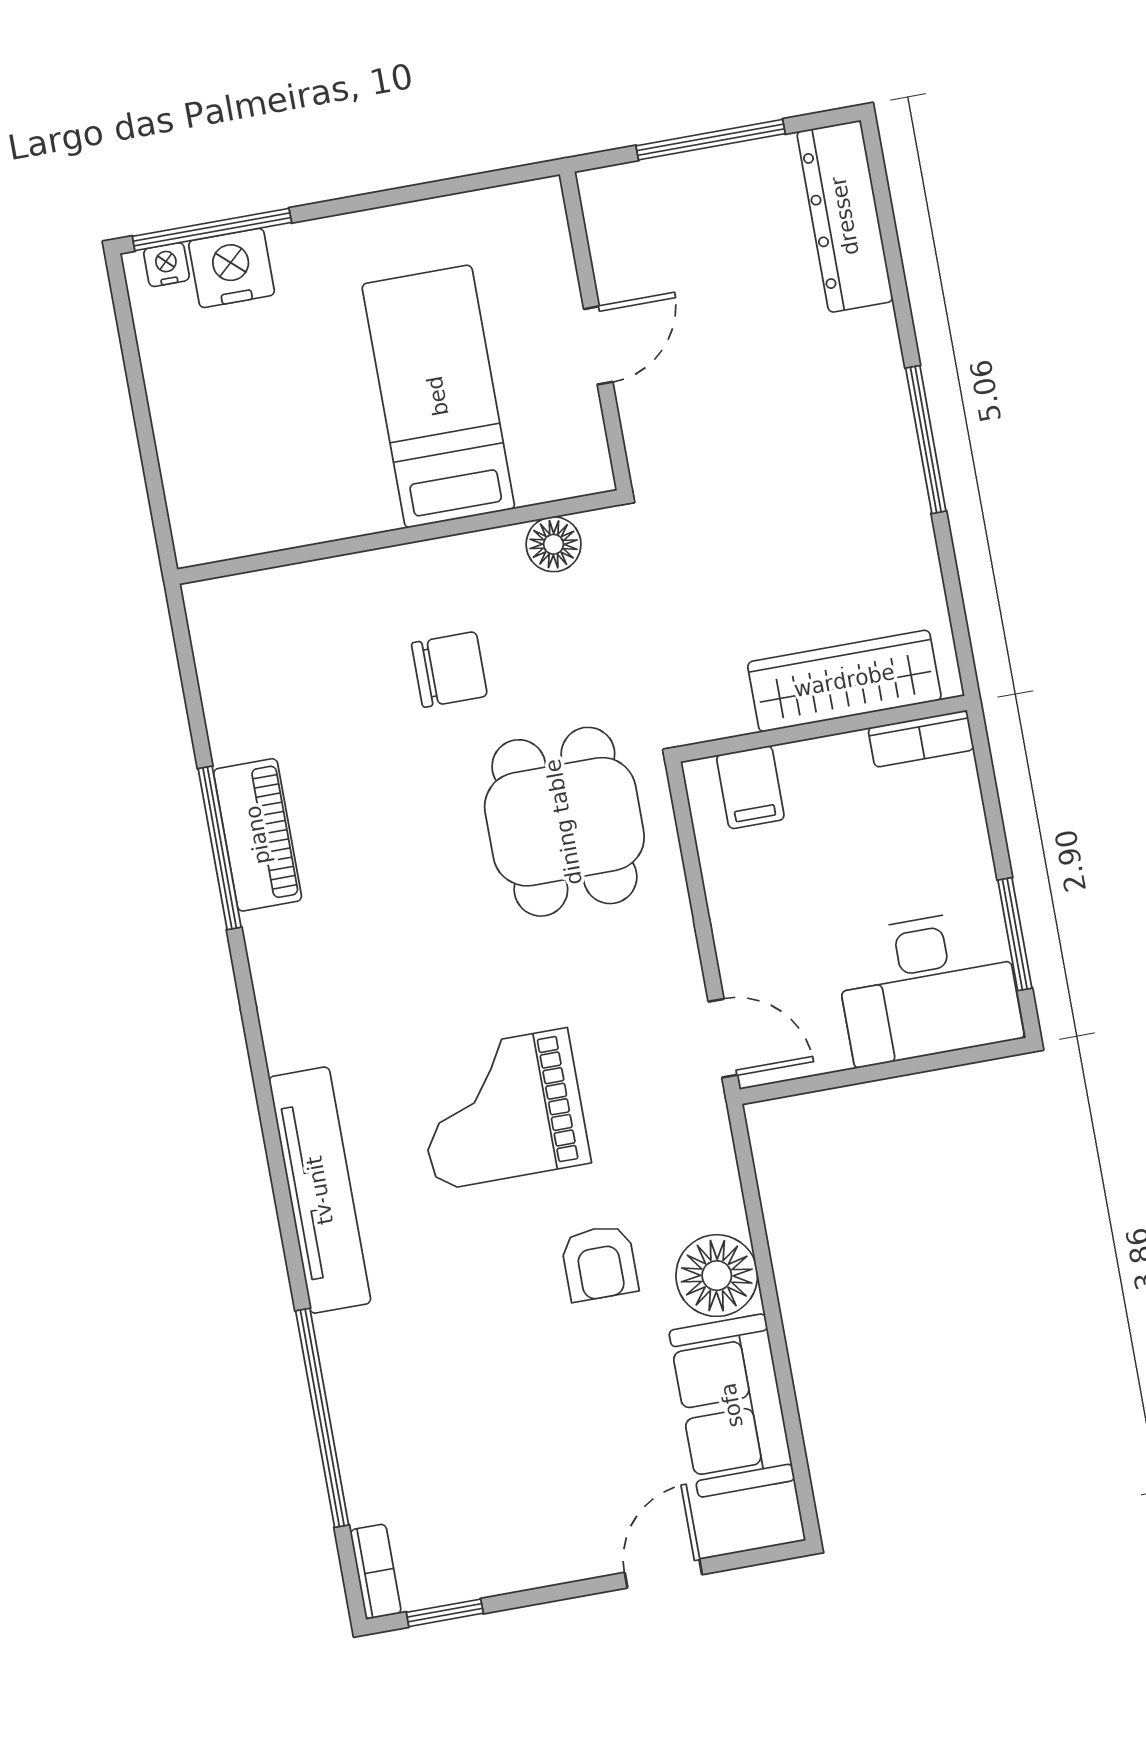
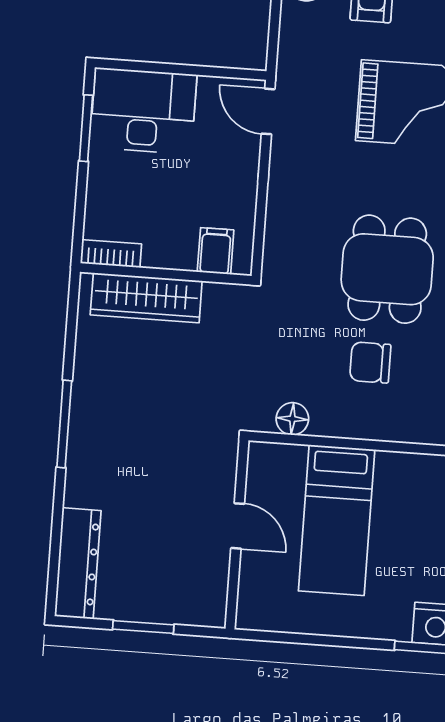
window: (711, 140) -> (143, 627), width x0.69
door: (598, 345) -> (238, 526), swing flipped
dining table: (564, 822) -> (387, 269), moved

